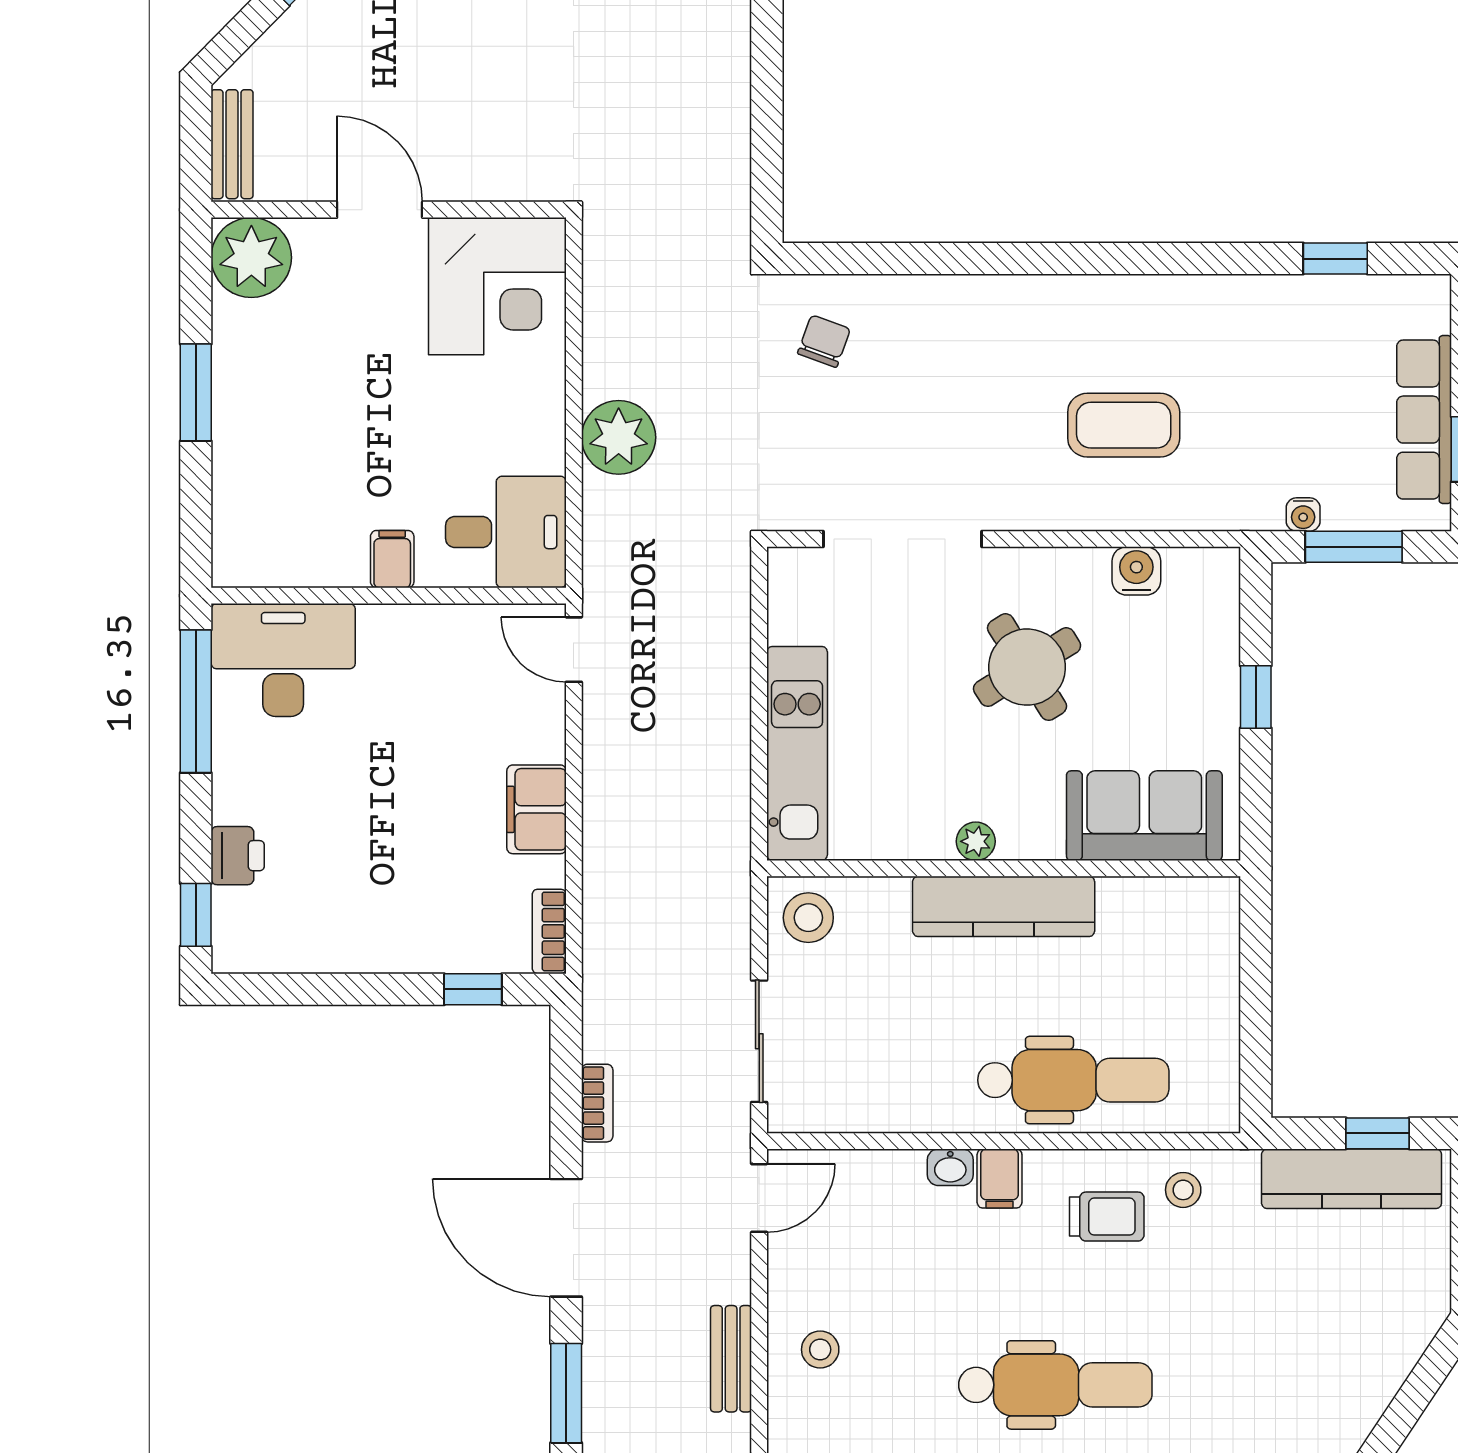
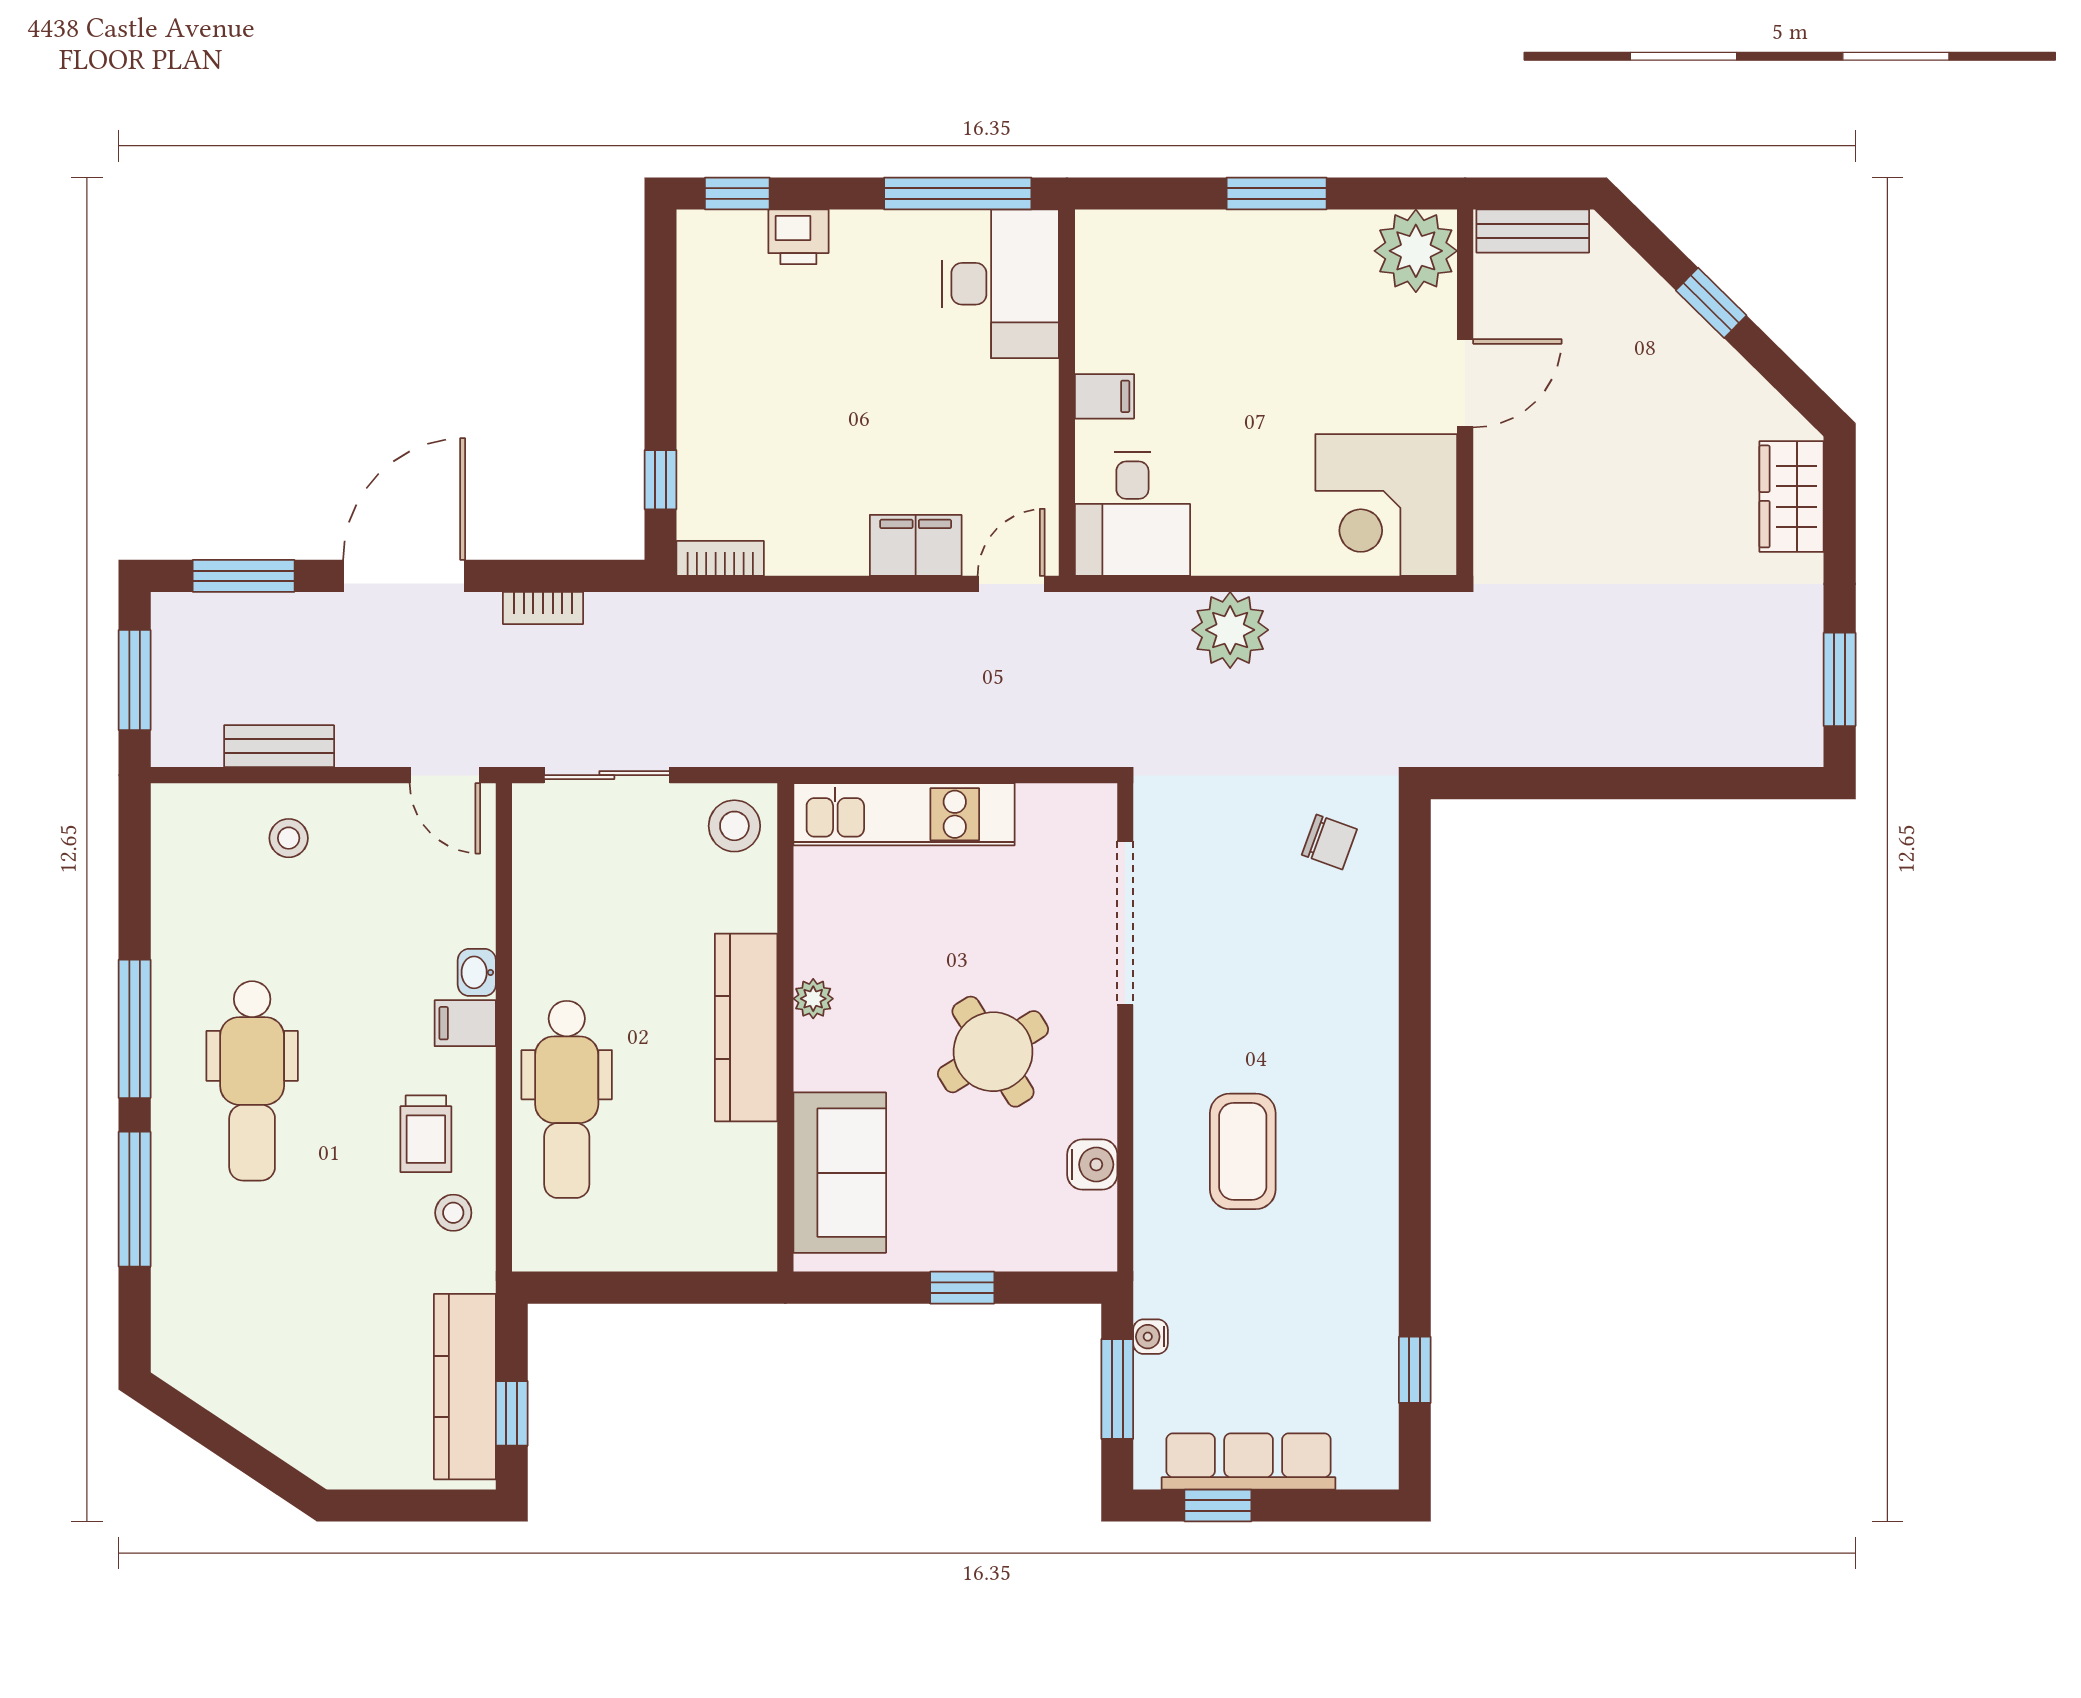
filing cabinet: (537, 809) -> (916, 545), moved

